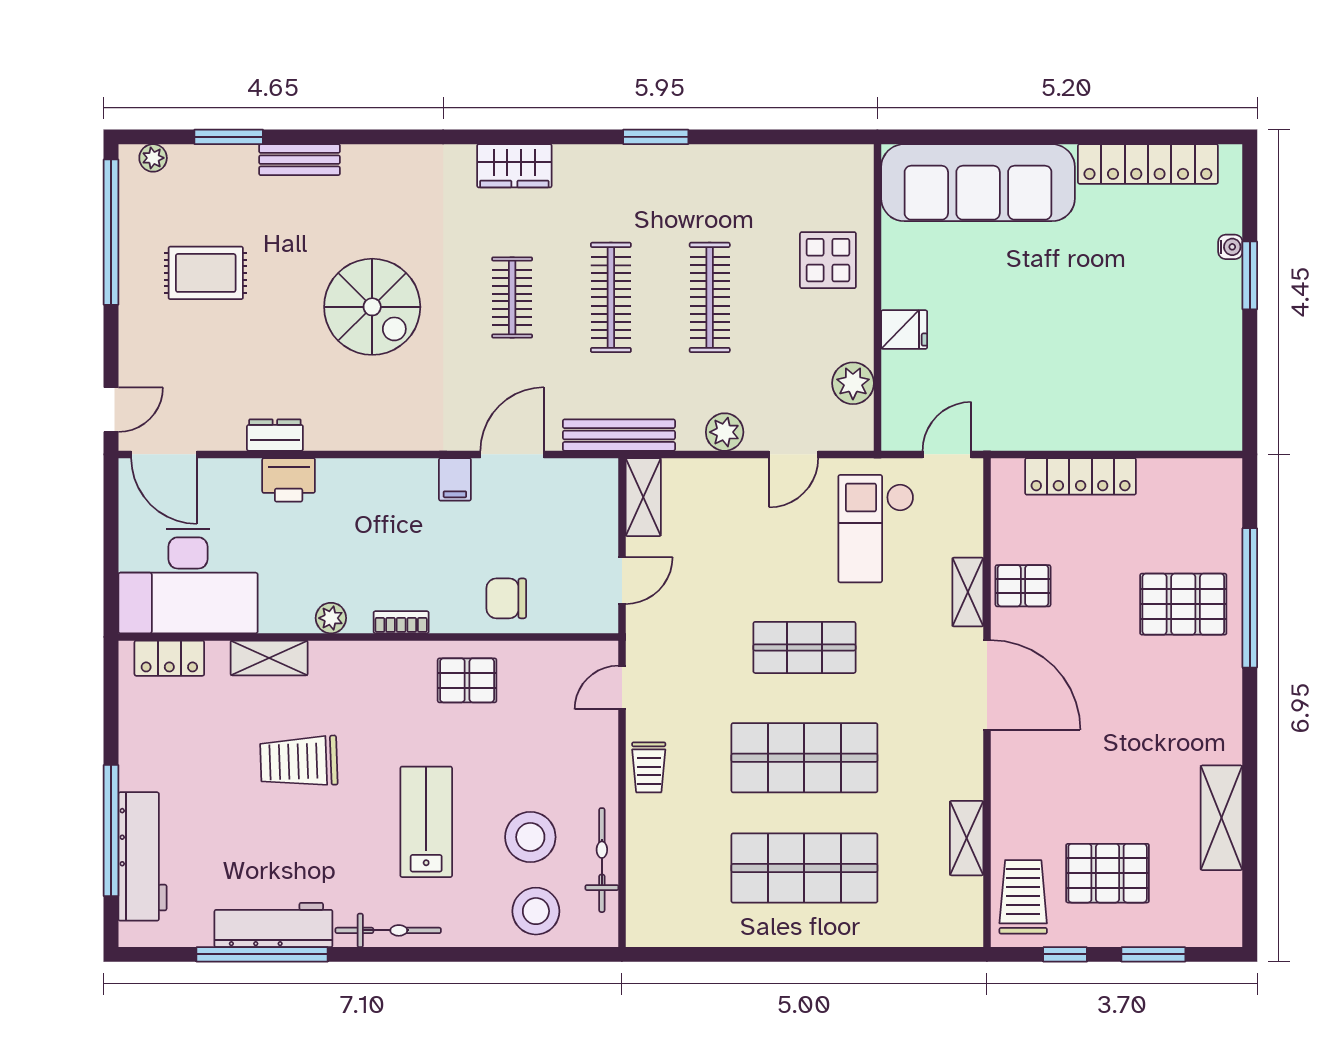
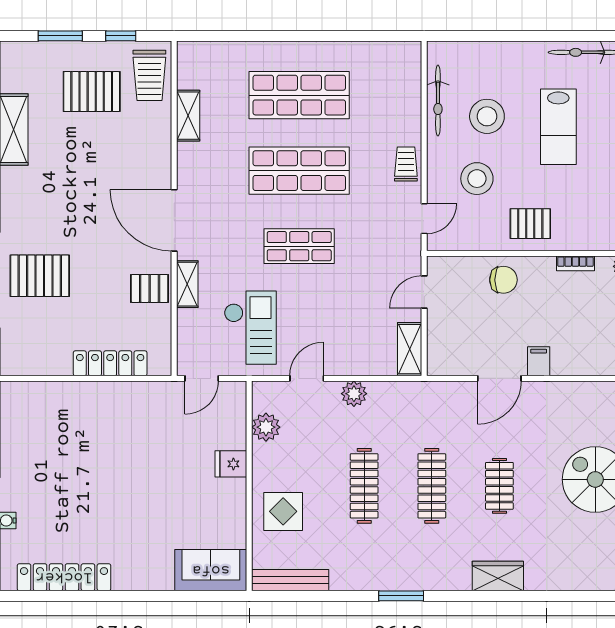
sofa: (978, 183) -> (211, 570), width x0.54, depth x0.79
bench: (619, 435) -> (290, 580), moved
stool: (536, 911) -> (477, 179), moved

